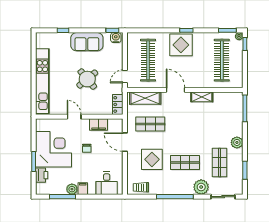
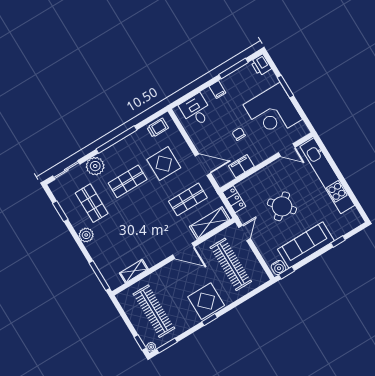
sofa: (87, 42) -> (306, 245), width x1.36
shelving: (202, 97) -> (134, 271), moved
door: (74, 117) -> (287, 150), moved
printer: (42, 175) -> (261, 65), moved
plant: (72, 189) -> (228, 82), removed

